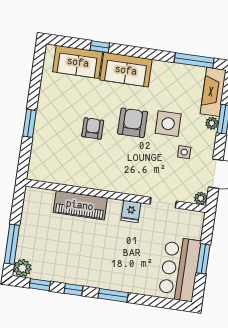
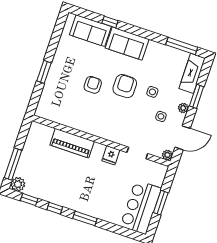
plant: (212, 123) -> (183, 108), moved
side table: (168, 124) -> (152, 92), width x0.54, depth x0.54

